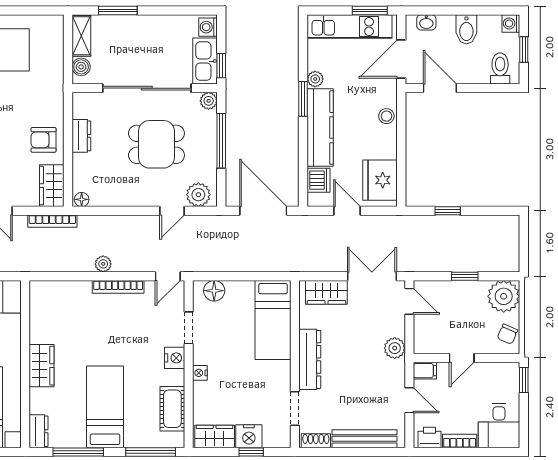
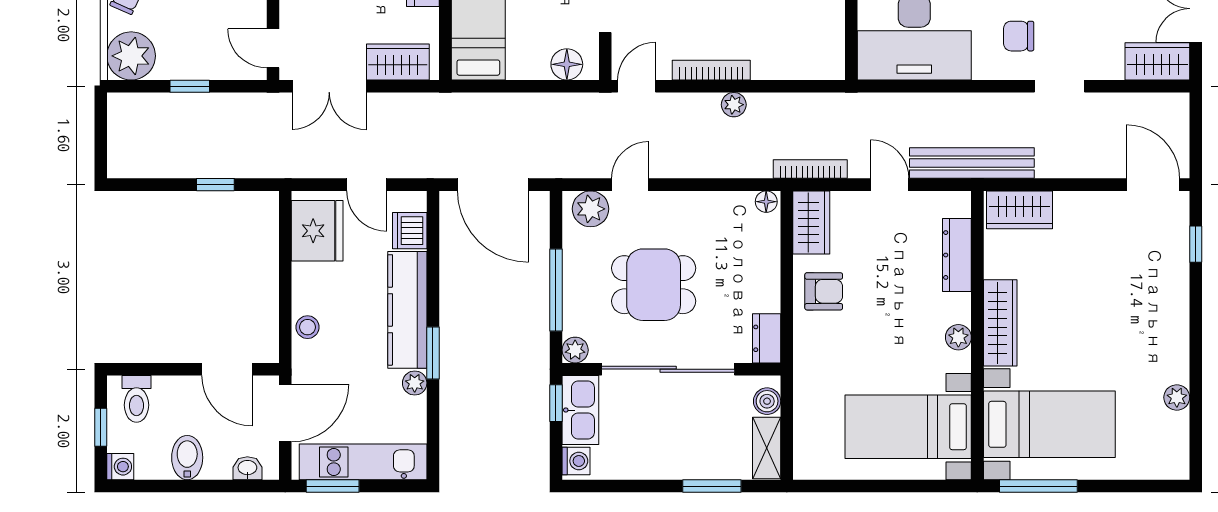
dresser: (81, 136) -> (767, 338), moved

